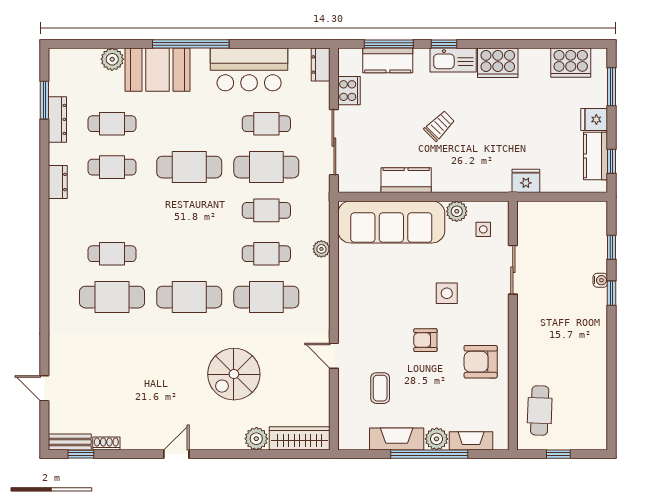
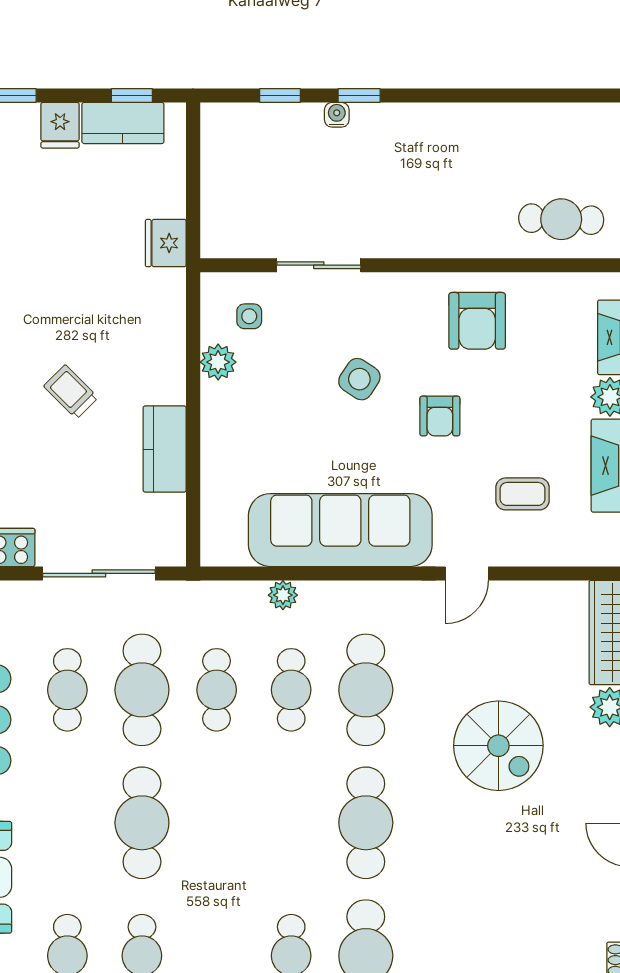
sofa: (391, 222) -> (340, 530), moved, turned -90
side table: (447, 293) -> (359, 379), turned 33

